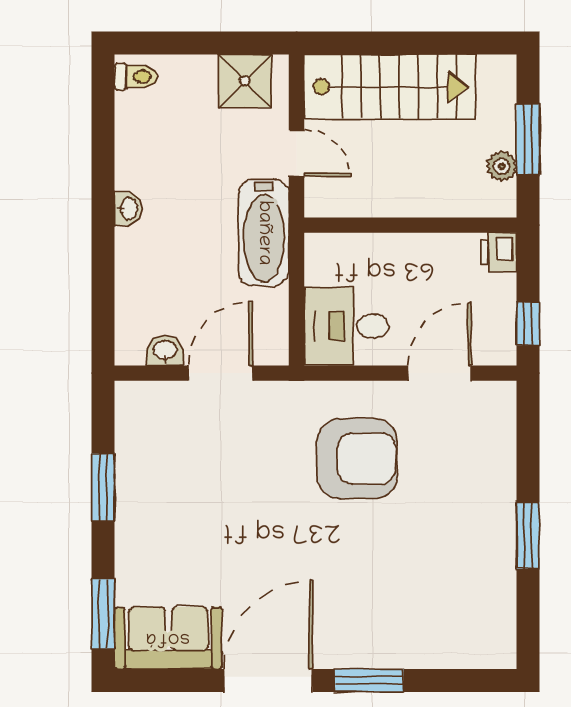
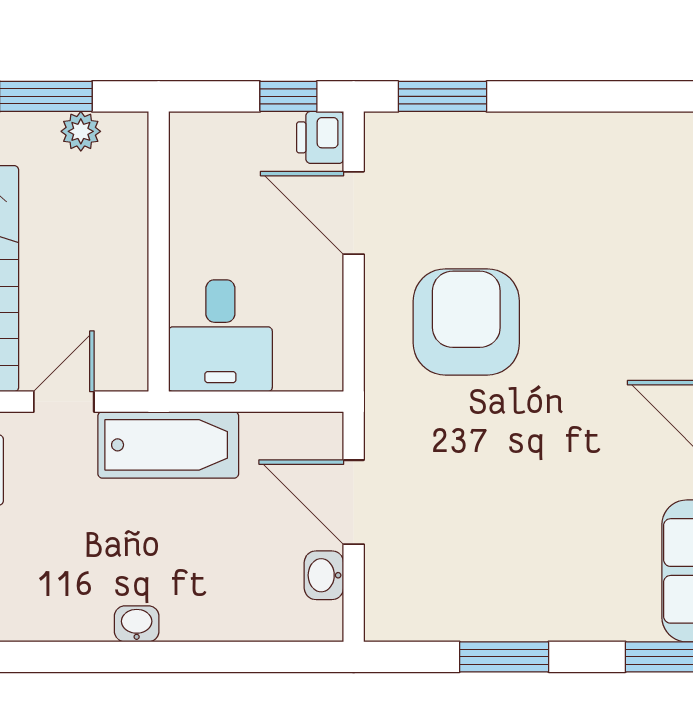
printer: (499, 252) -> (320, 137), moved, turned 90
desk: (347, 326) -> (220, 336), moved
window: (528, 536) -> (442, 96), moved

